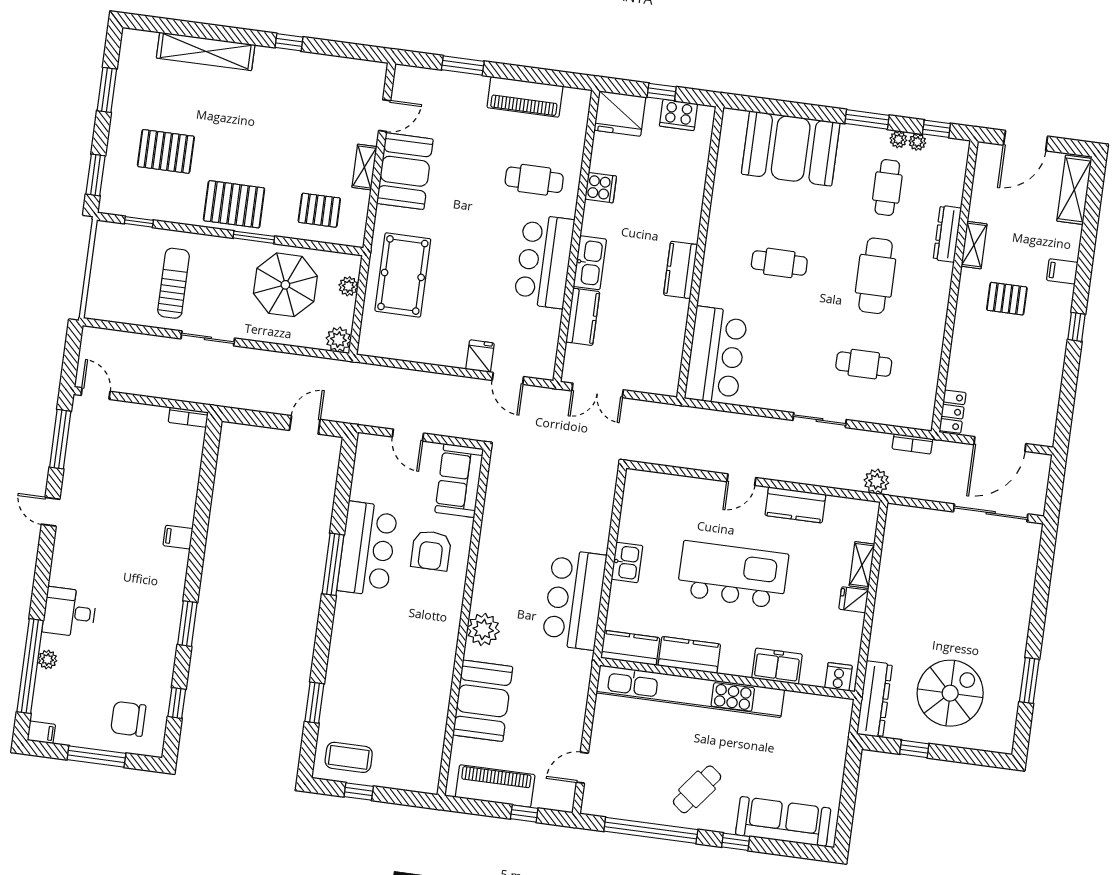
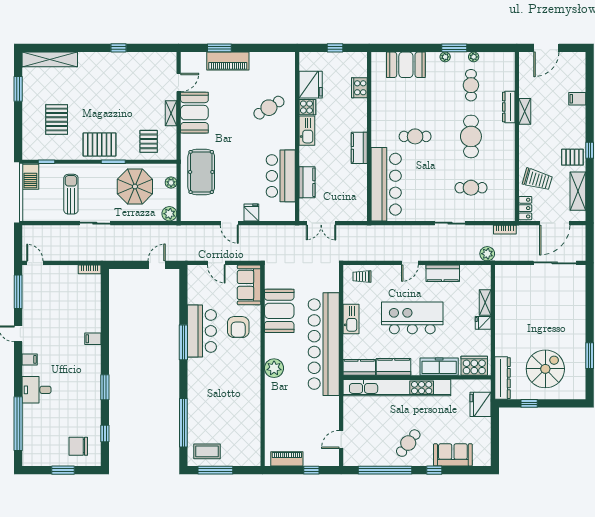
shelving: (206, 51) -> (50, 59), moved
piano: (525, 97) -> (228, 61), moved
fridge: (620, 114) -> (311, 85), moved, turned -90
cooker: (678, 115) -> (359, 88), moved, turned 90
window: (936, 129) -> (495, 48), removed
plant: (917, 142) -> (445, 57), moved
booth: (791, 149) -> (406, 65), width x0.73, depth x0.70
pallet: (166, 151) -> (57, 119), turned 90
window: (95, 175) -> (18, 138), removed
cafe table: (534, 180) -> (269, 108), turned -32
shelving: (1074, 190) -> (578, 191), moved
pallet: (319, 210) -> (149, 141), turned 90
barbecue: (108, 244) -> (30, 177), added
bar counter: (544, 261) -> (281, 176), moved
kitchen sink: (590, 263) -> (307, 131), moved
filing cabinet: (1062, 271) -> (577, 99), moved
pallet: (1007, 299) -> (572, 157), moved
bar counter: (716, 355) -> (386, 184), width x1.36
trolley: (980, 365) -> (537, 179), added
door: (508, 378) -> (229, 223), moved
trolley: (656, 492) -> (362, 277), added
kitchen sink: (627, 562) -> (351, 319), width x1.38
bar counter: (574, 599) -> (324, 344), width x1.86
plant: (47, 659) -> (28, 418), removed
freezer: (777, 666) -> (439, 367), width x1.40
cooker: (839, 677) -> (474, 366), width x1.87, depth x1.31
booth: (483, 701) -> (279, 311), moved
window: (314, 703) -> (183, 423), width x2.11
filing cabinet: (41, 732) -> (30, 359), moved
fridge: (830, 739) -> (481, 404), added
window: (96, 756) -> (63, 470), width x0.69
piano: (495, 786) -> (287, 459), width x0.73, depth x0.75
window: (359, 791) -> (215, 470), width x2.17
sofa: (783, 822) -> (453, 455), width x0.73

